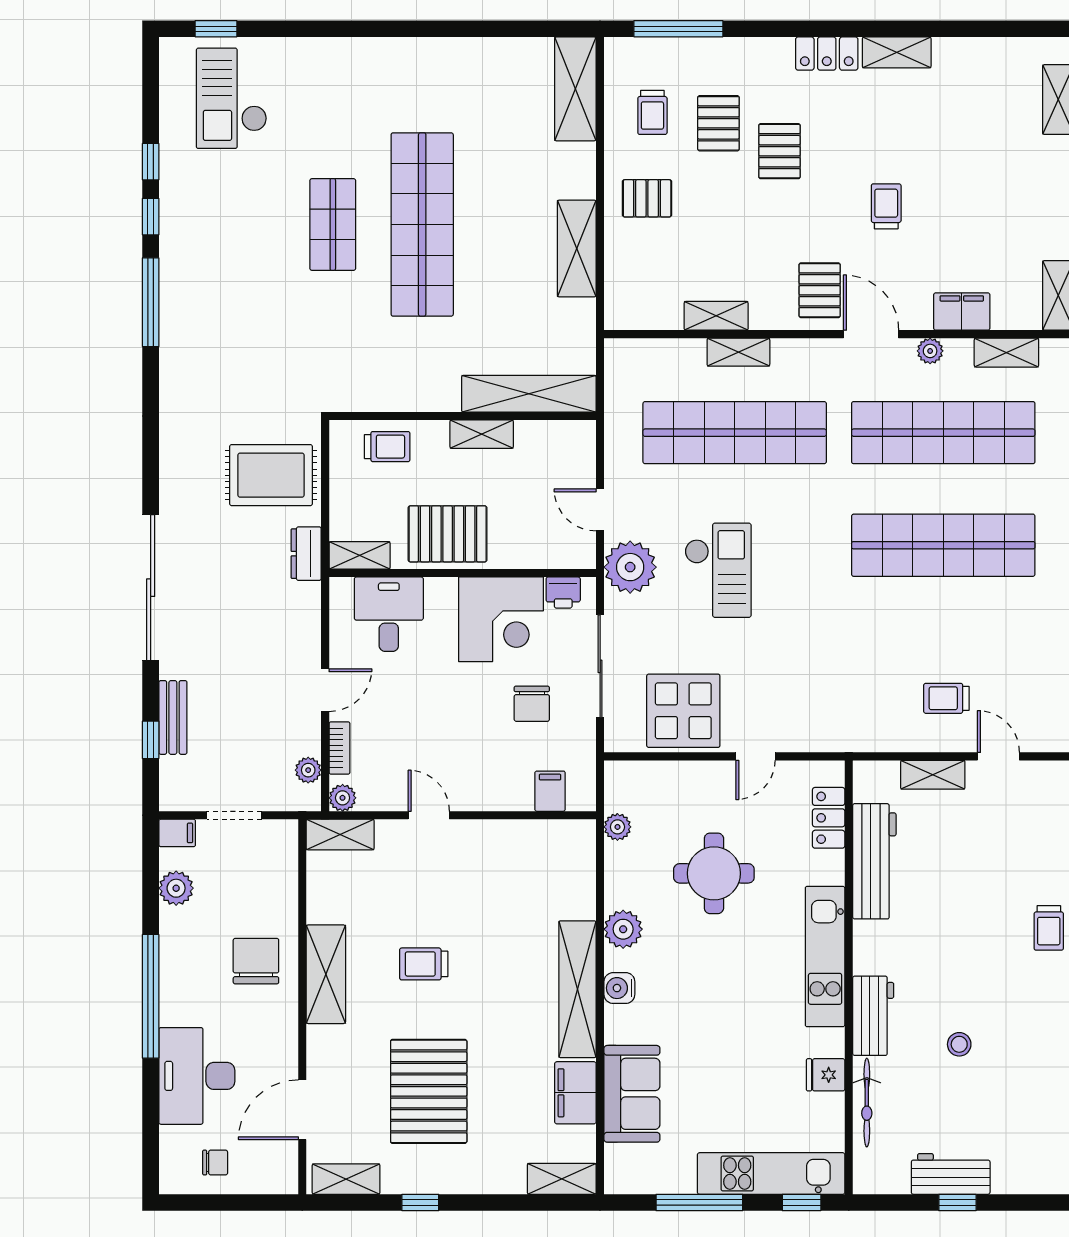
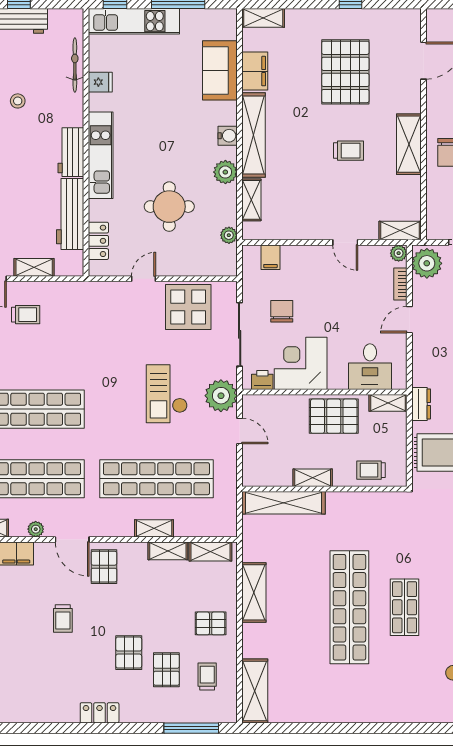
shelving: (897, 52) -> (210, 552), moved
plant: (308, 770) -> (427, 263), width x1.88, depth x1.88
workbench: (873, 1016) -> (71, 152), moved
shelving: (346, 1179) -> (251, 200), moved, turned 90

